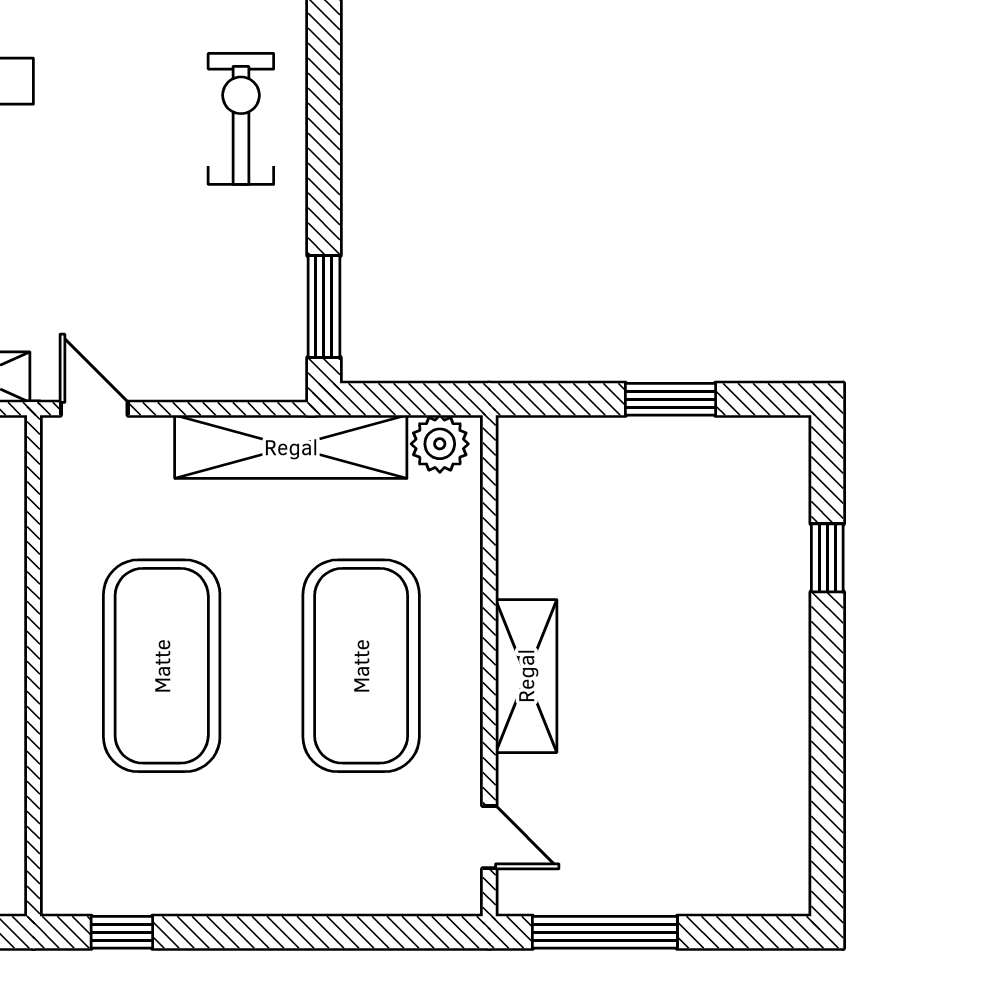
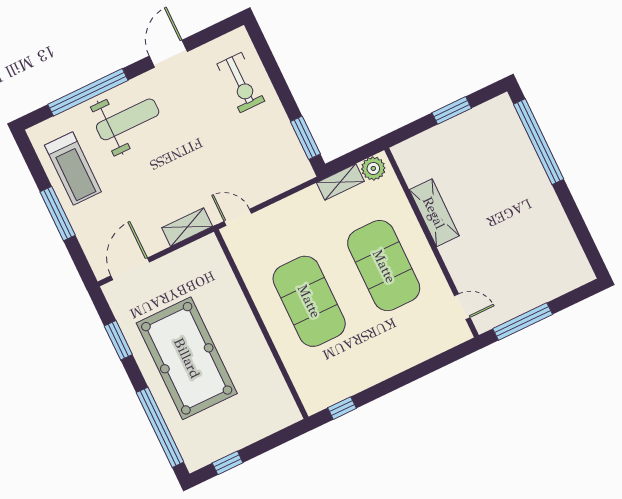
exercise bike: (241, 119) -> (241, 83), turned 180
shelving: (291, 447) -> (340, 182), width x0.45, depth x0.75
window: (827, 558) -> (539, 142), width x3.17
shelving: (526, 676) -> (434, 213), moved

